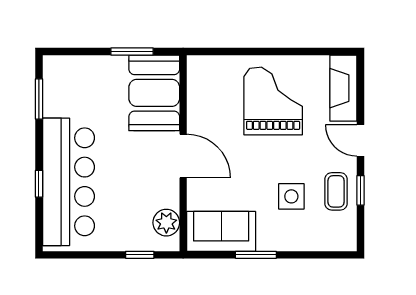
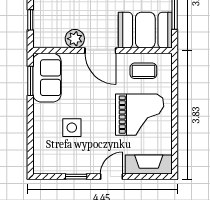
door: (183, 156) -> (100, 51), hinge flipped
coffee table: (336, 191) -> (143, 71), moved
plant: (166, 223) -> (75, 39), moved
window: (256, 255) -> (30, 81), moved

